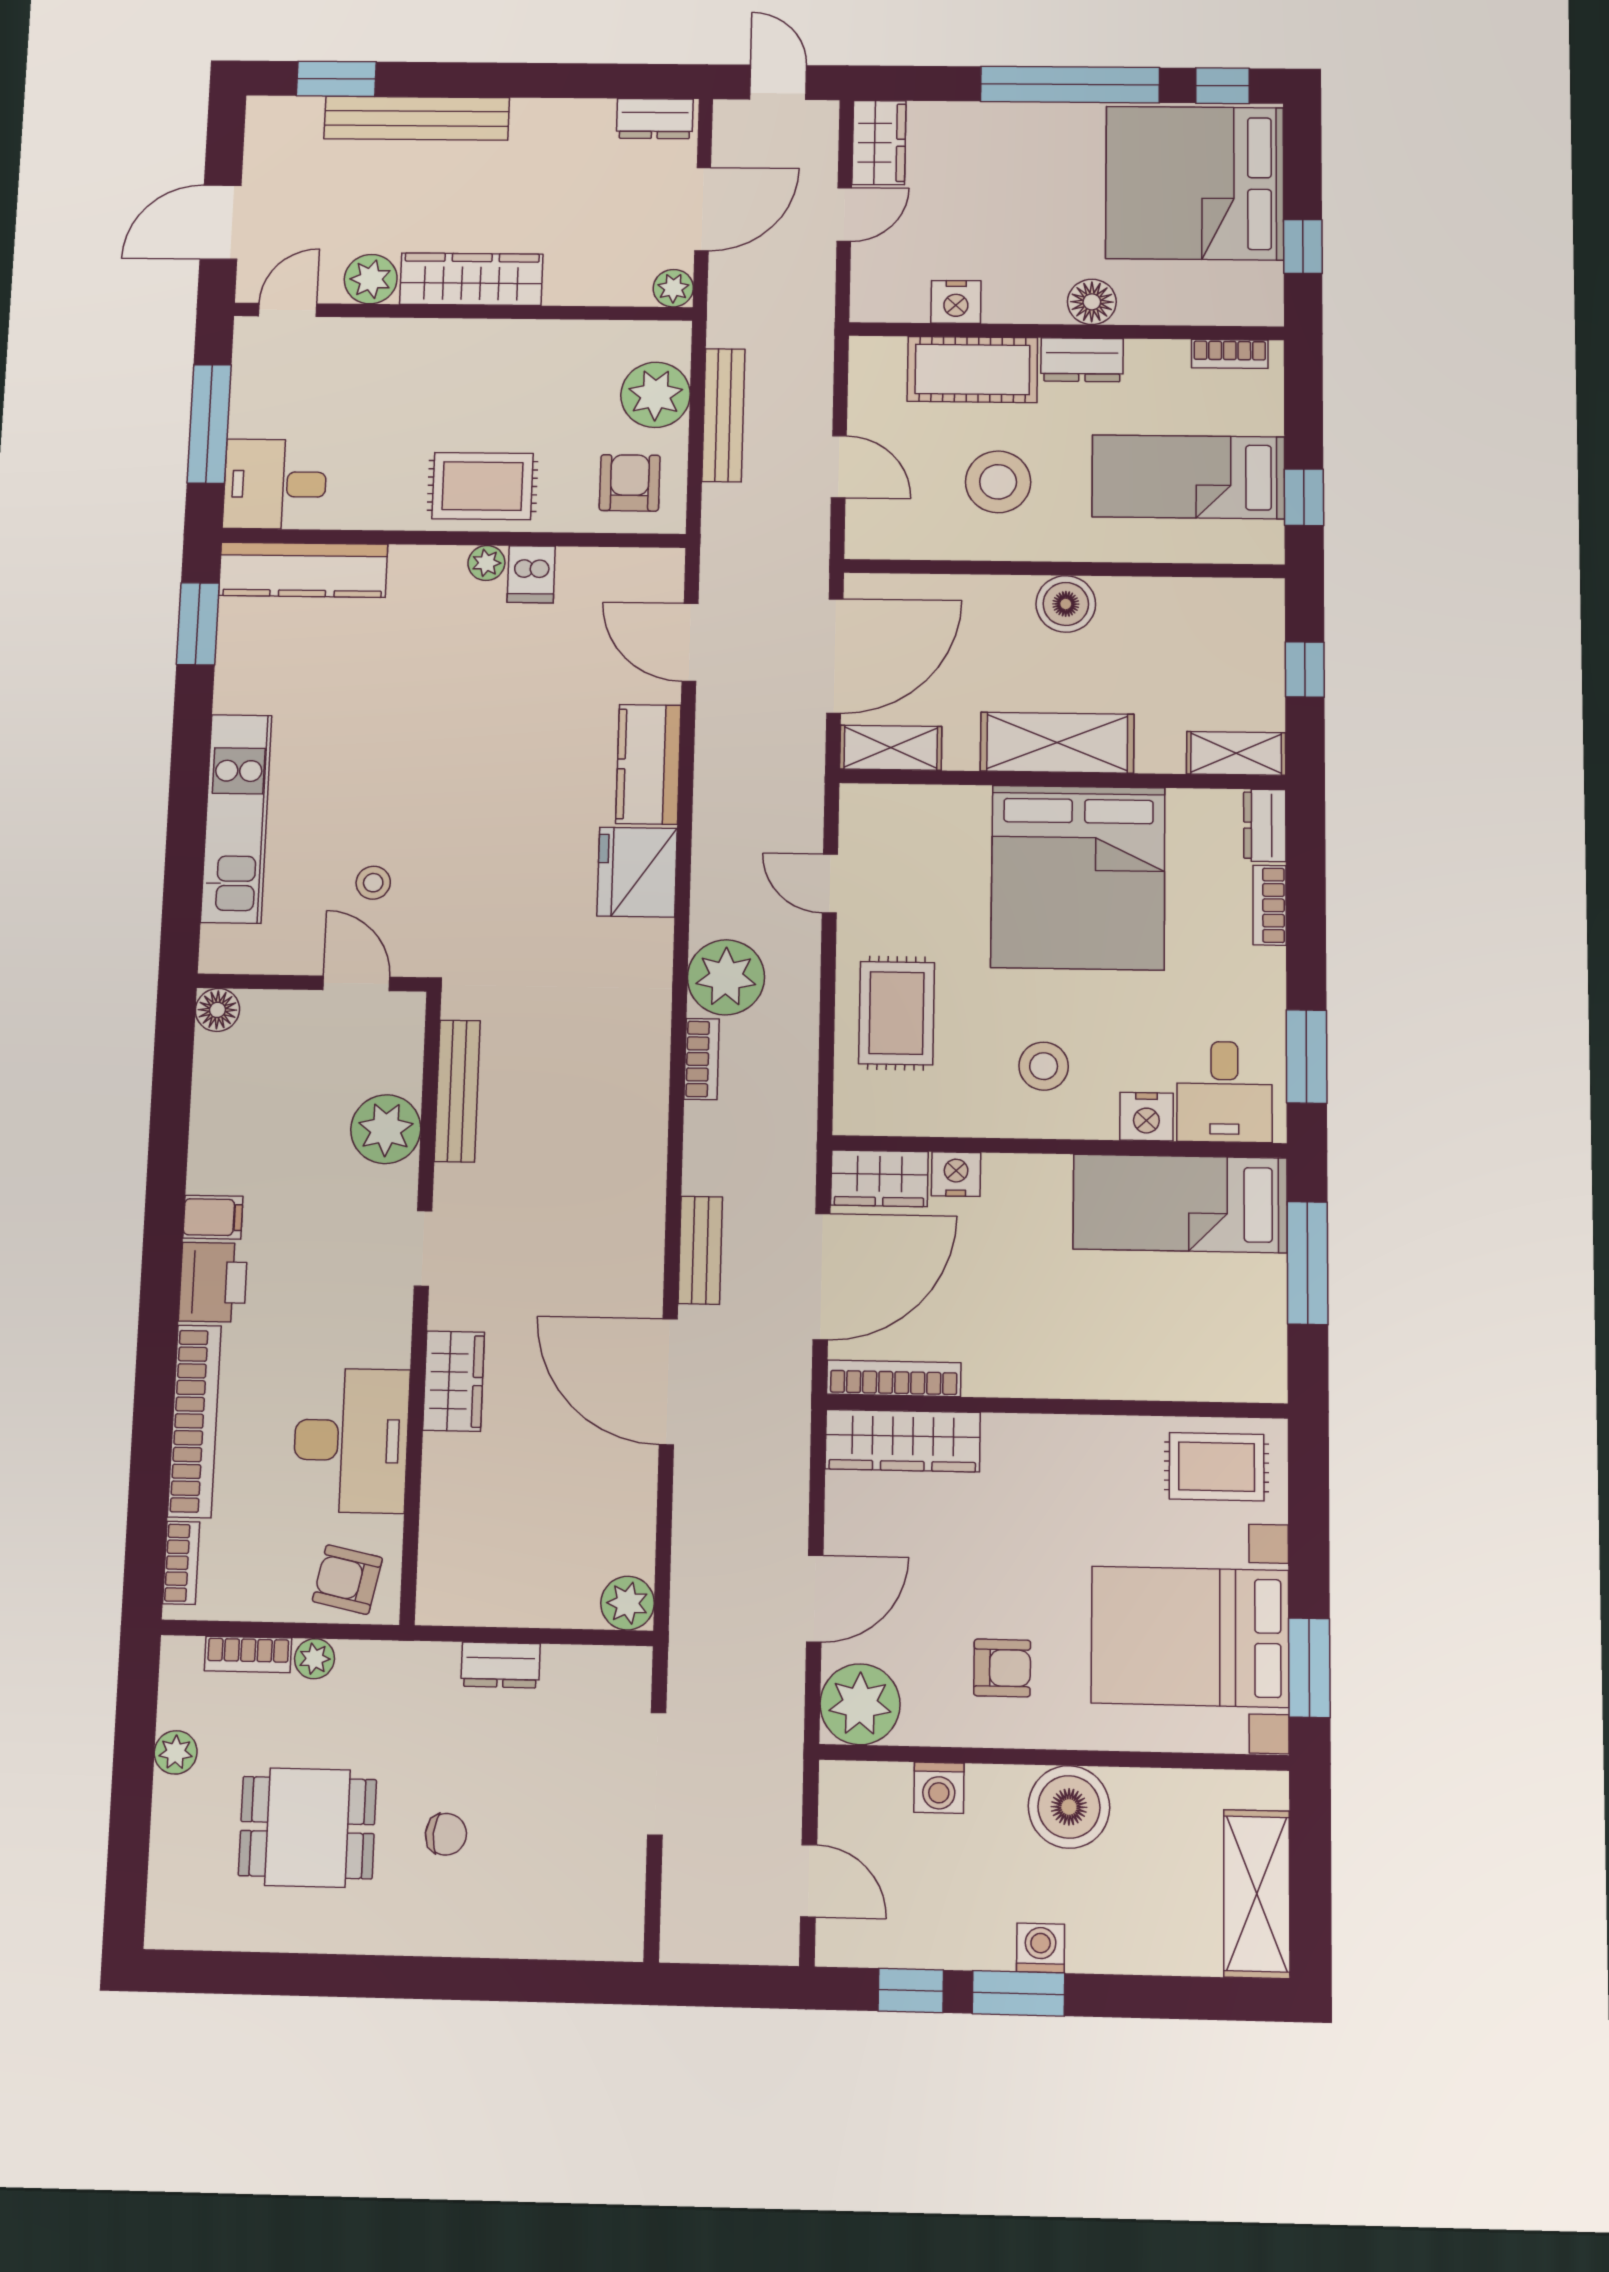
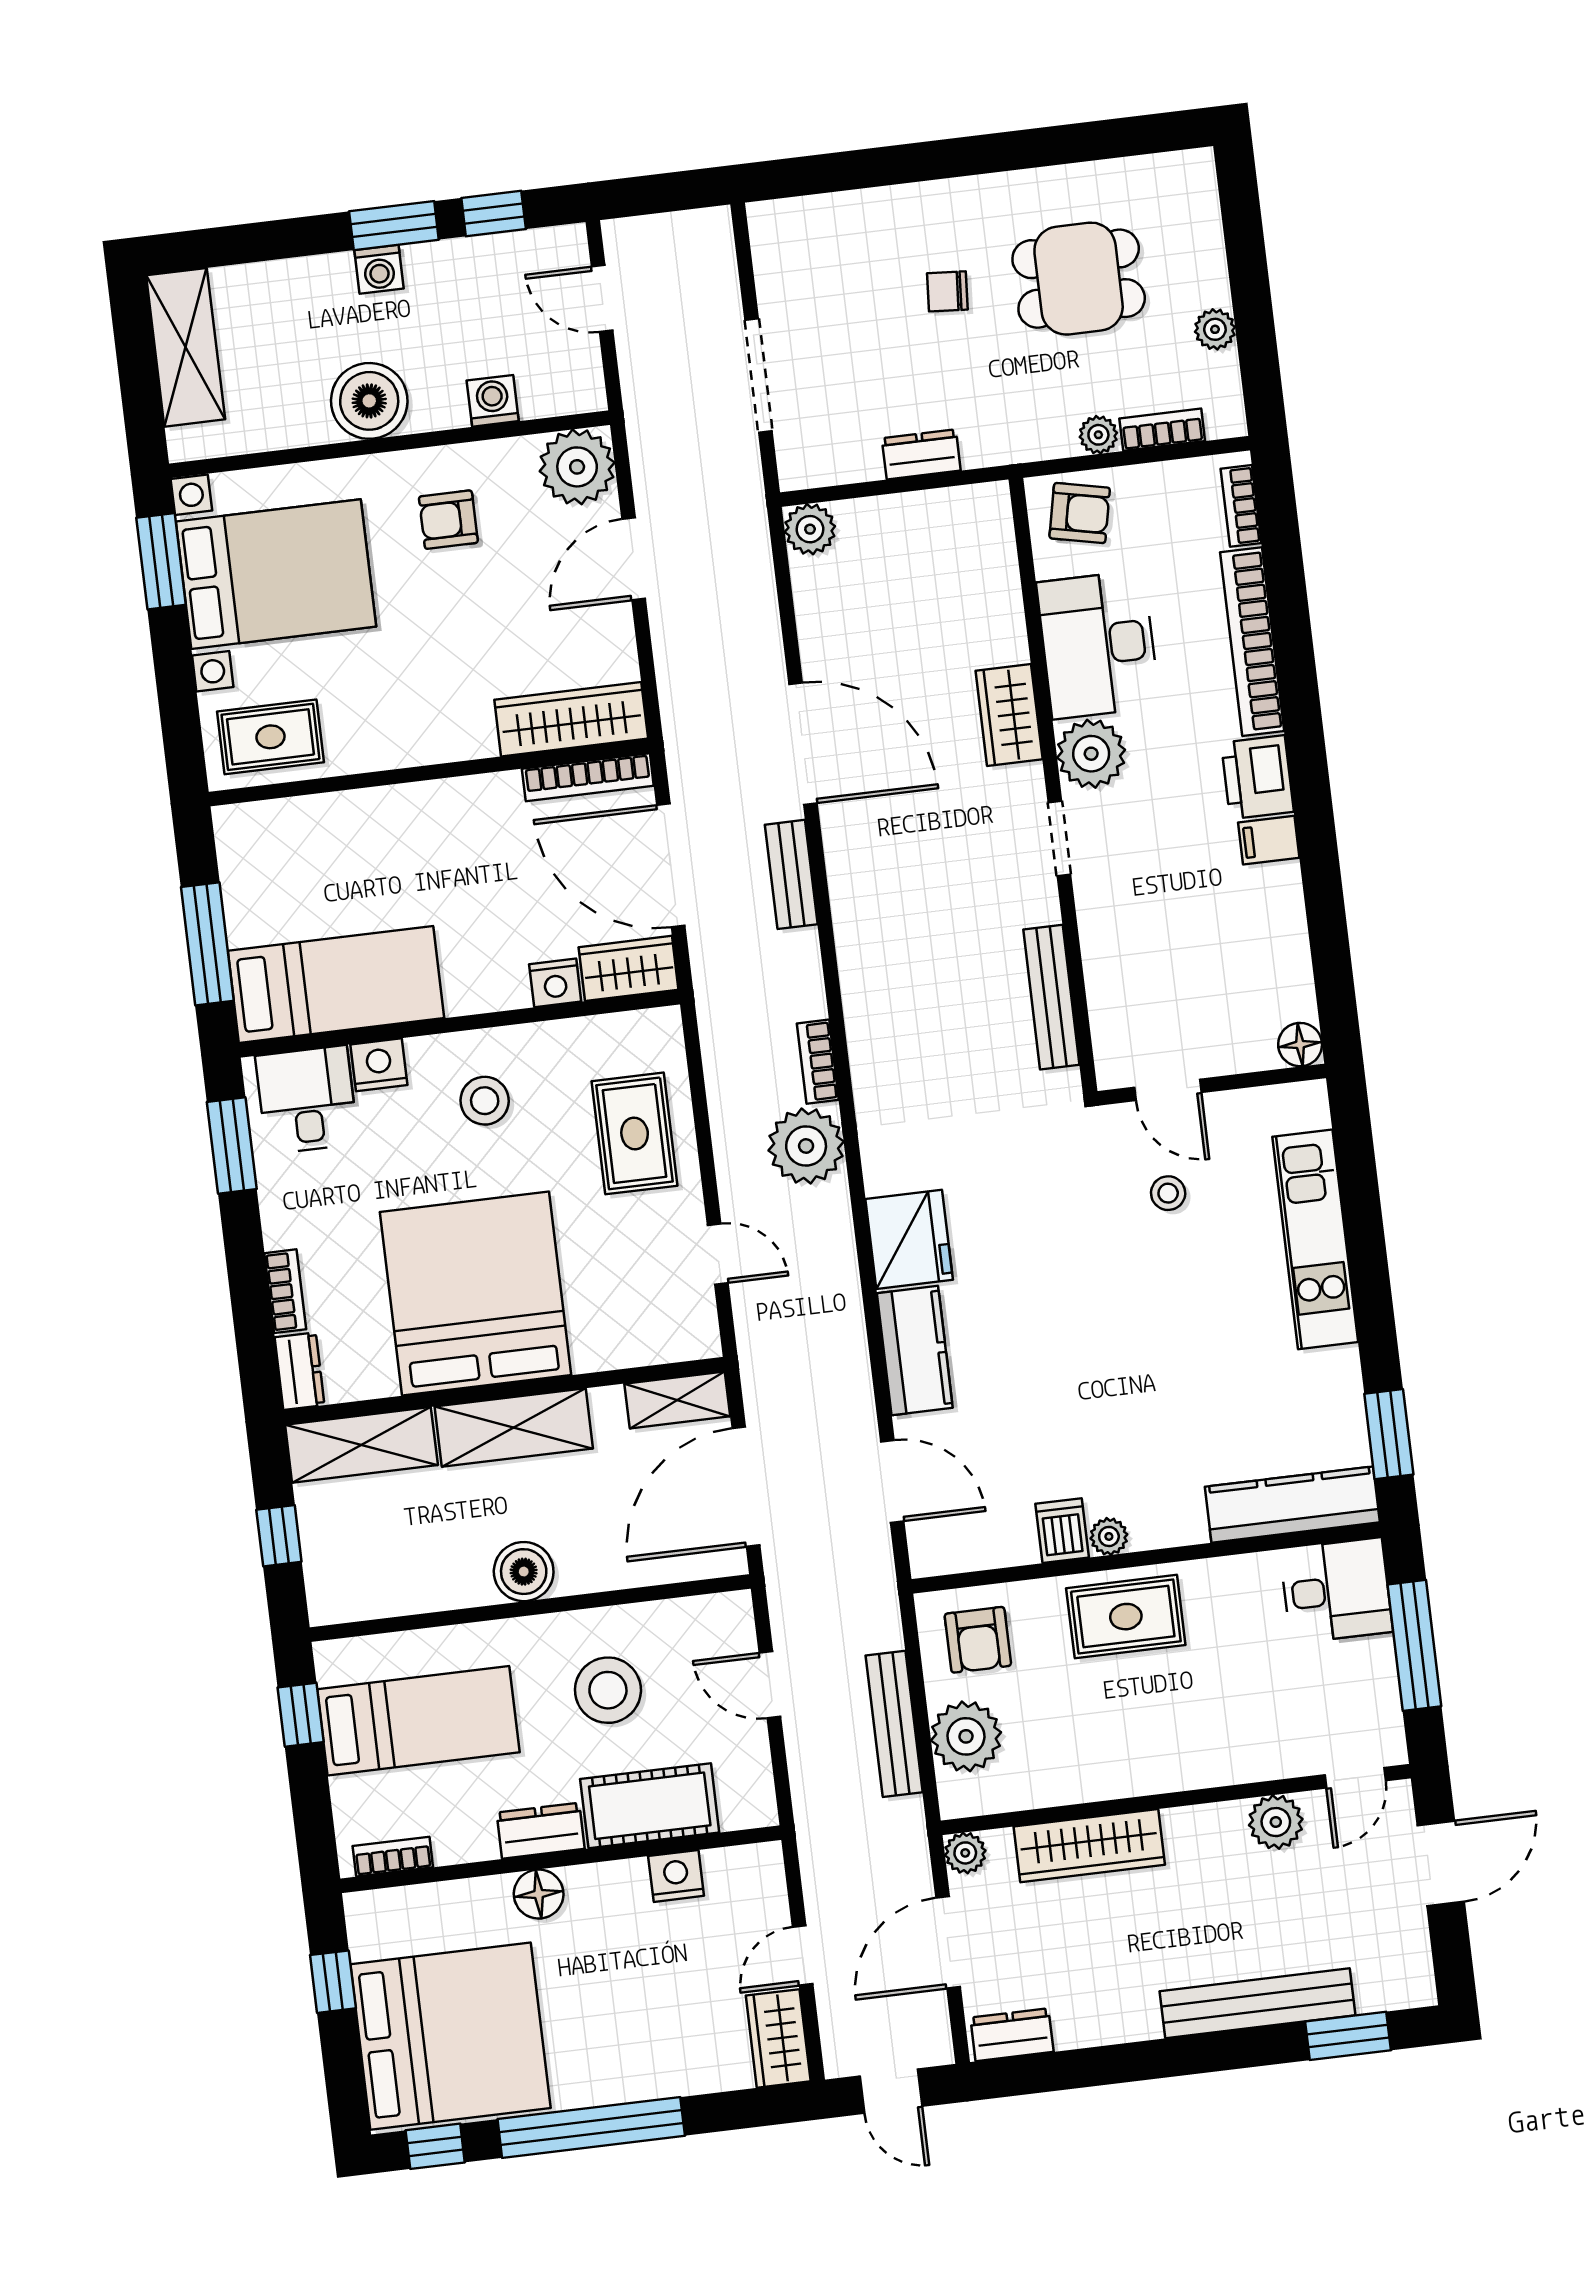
wardrobe: (471, 279) -> (1089, 1846), moved
shelving: (1236, 753) -> (361, 1445), width x1.50, depth x1.33
plant: (386, 1129) -> (1091, 754), moved
door: (822, 1276) -> (671, 865), hinge flipped

